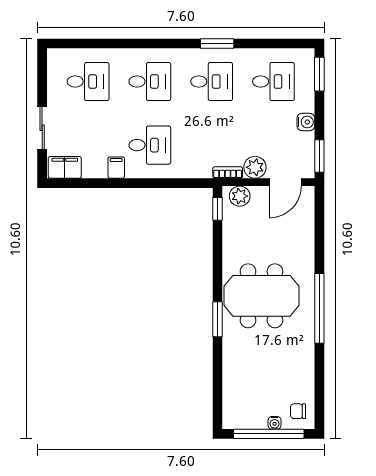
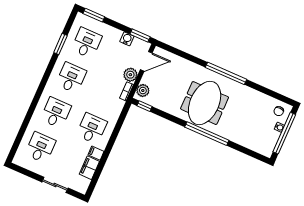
window: (217, 44) -> (60, 44), moved
water cooler: (306, 122) -> (127, 39), moved
filing cabinet: (65, 167) -> (89, 168), moved
door: (285, 182) -> (146, 61), hinge flipped
window: (218, 319) -> (207, 134), width x2.11

